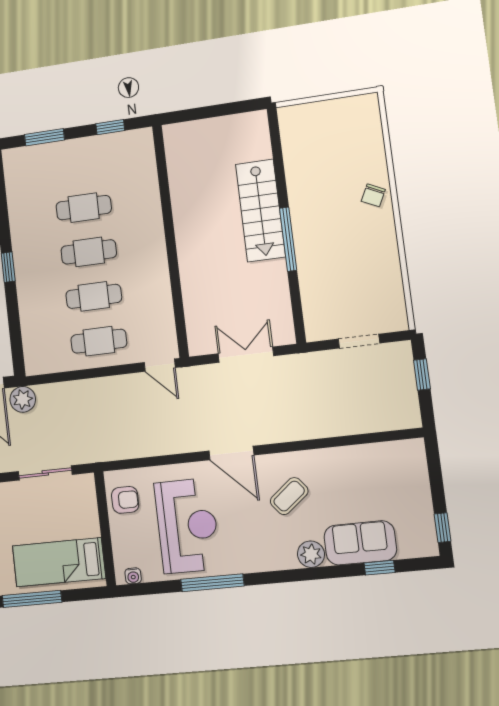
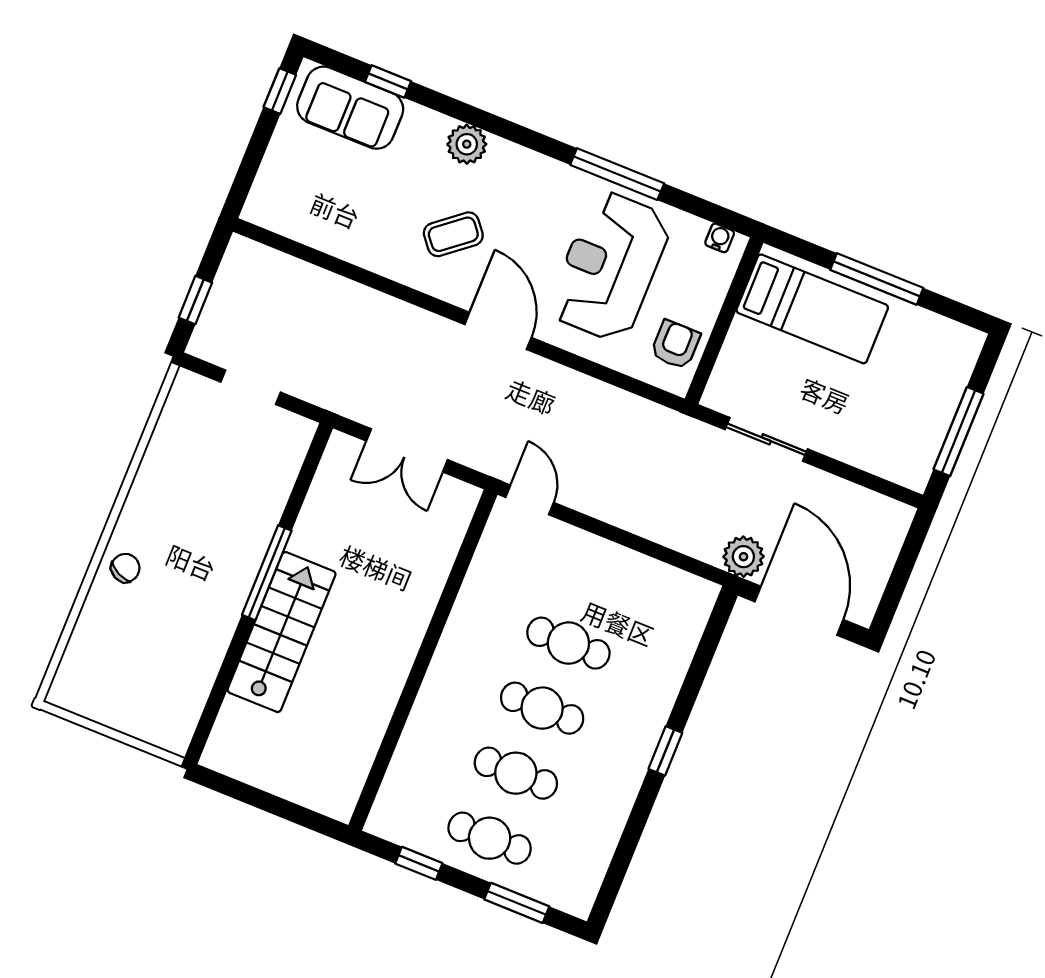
cafe table: (99, 341) -> (490, 838), moved
armchair: (125, 500) -> (675, 345), turned 90
sofa: (360, 543) -> (350, 108), moved

